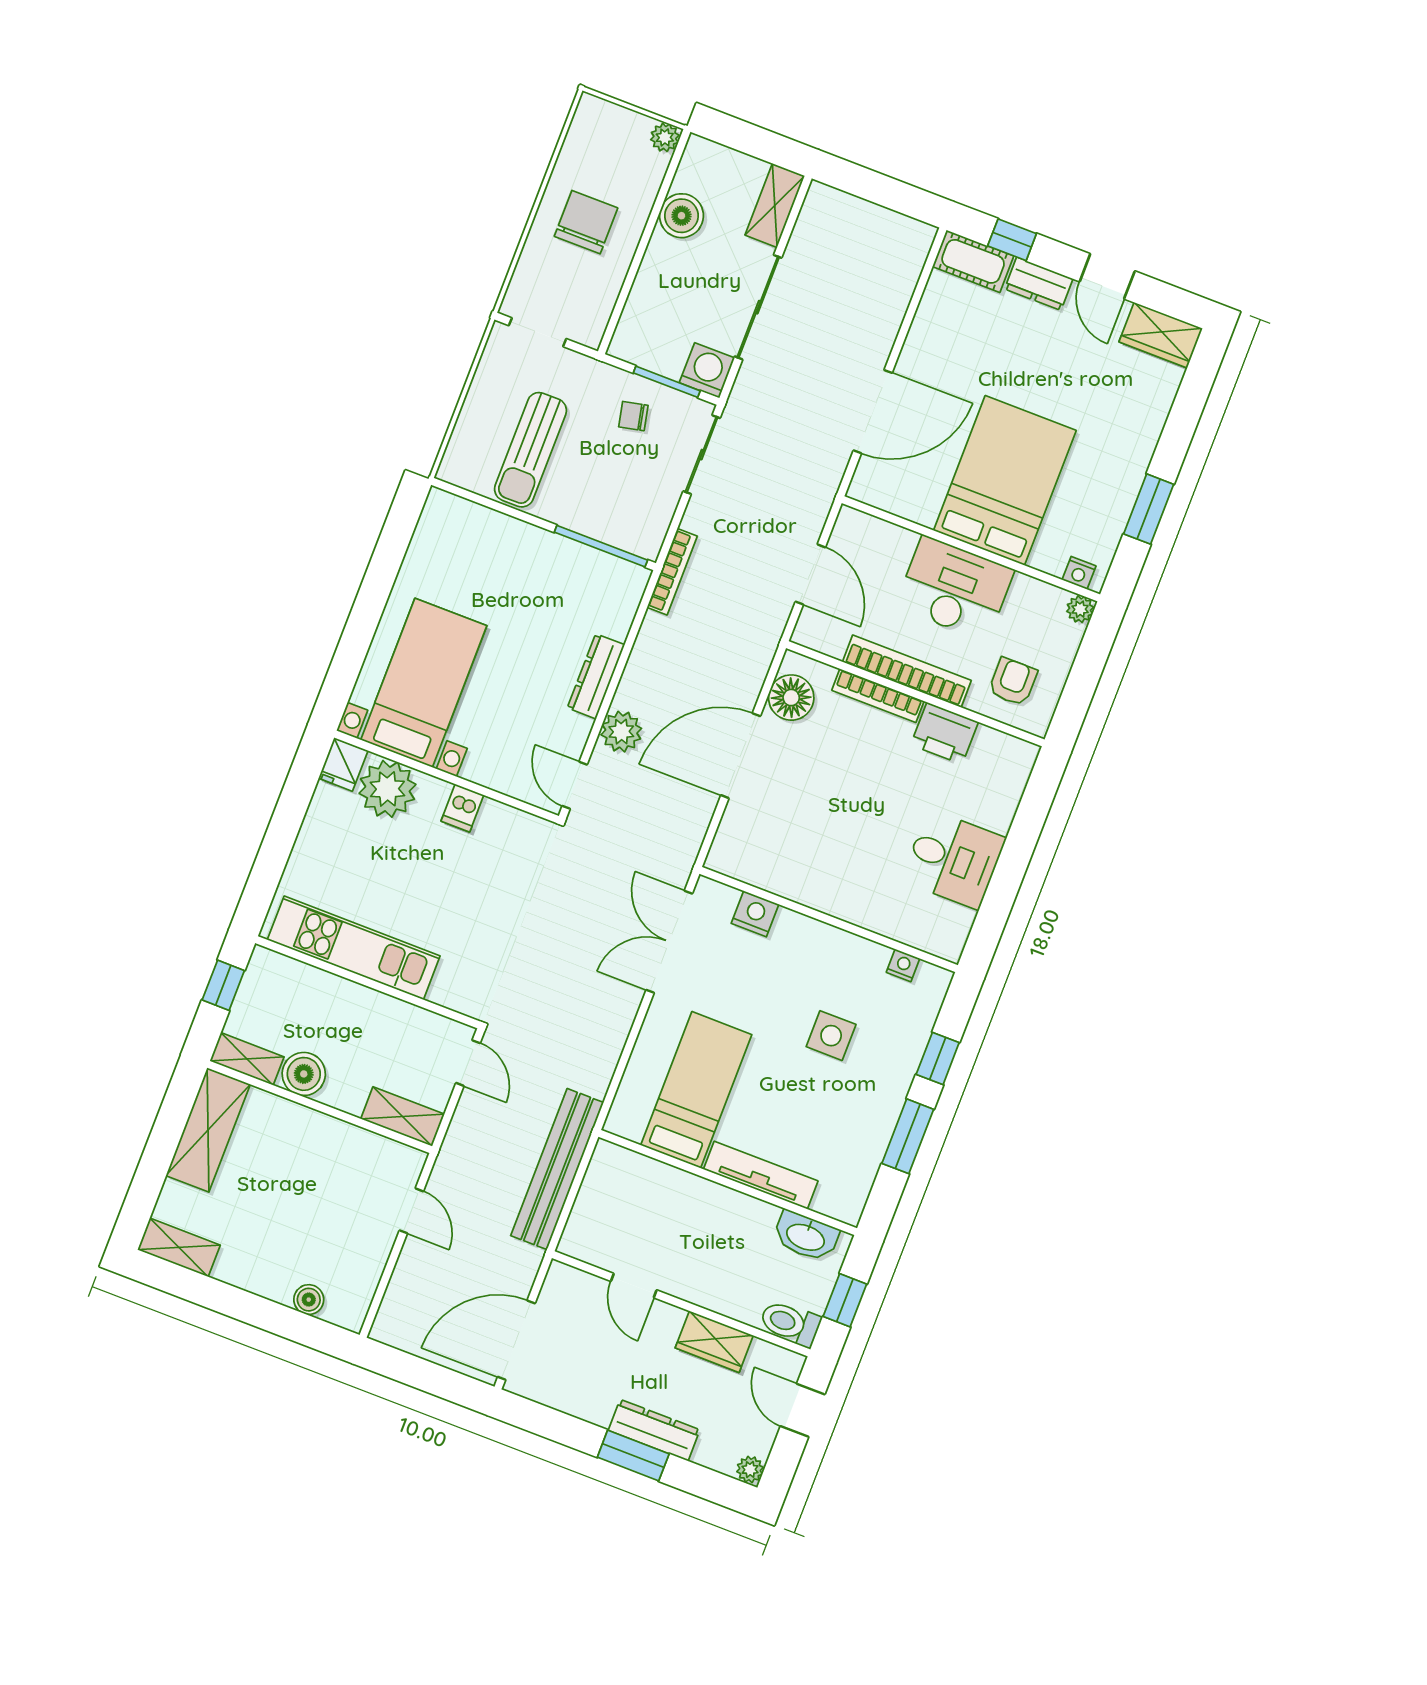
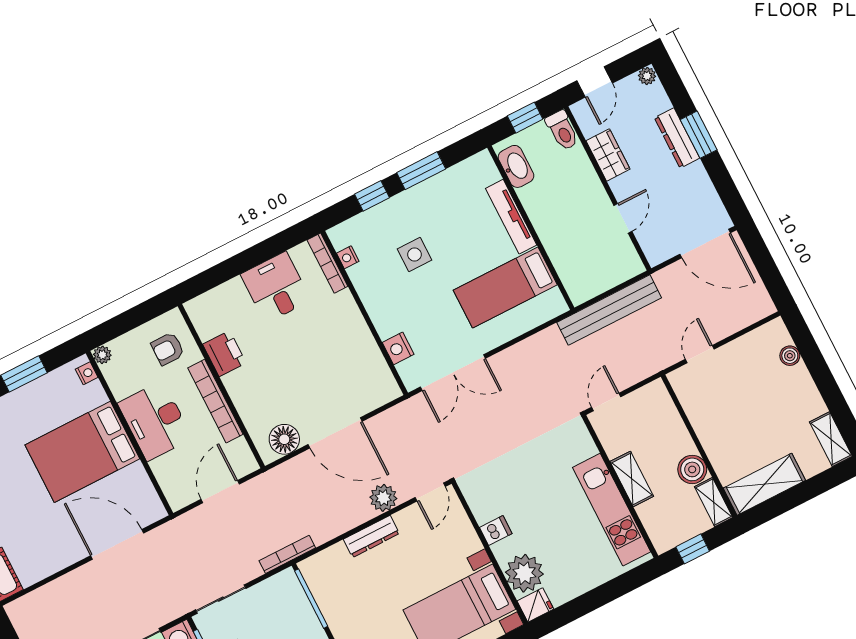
bookcase: (878, 696) -> (327, 263), moved, turned 180
shelving: (403, 1116) -> (632, 479), moved

